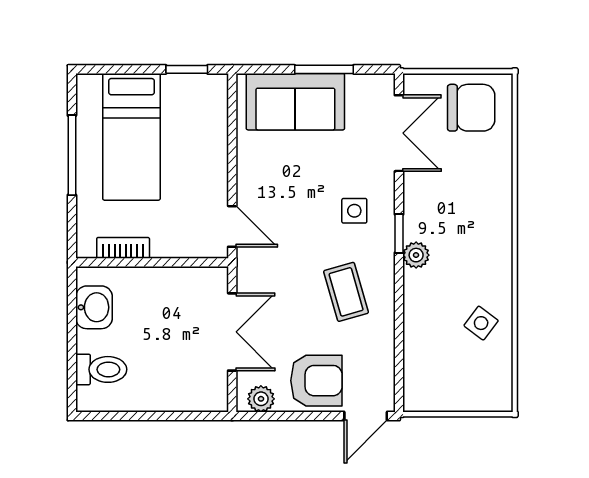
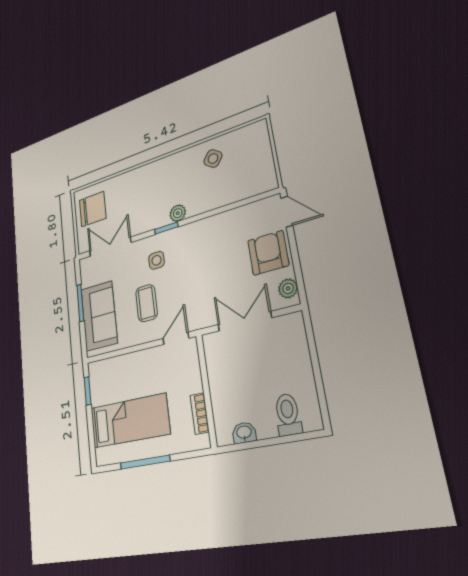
chair: (471, 108) -> (93, 209), turned 90
coffee table: (346, 292) -> (146, 303), moved, turned -74
washbasin: (94, 307) -> (244, 433), width x0.72, depth x0.69

